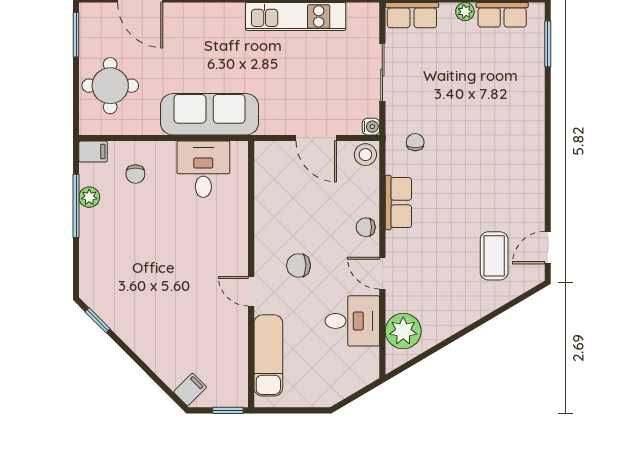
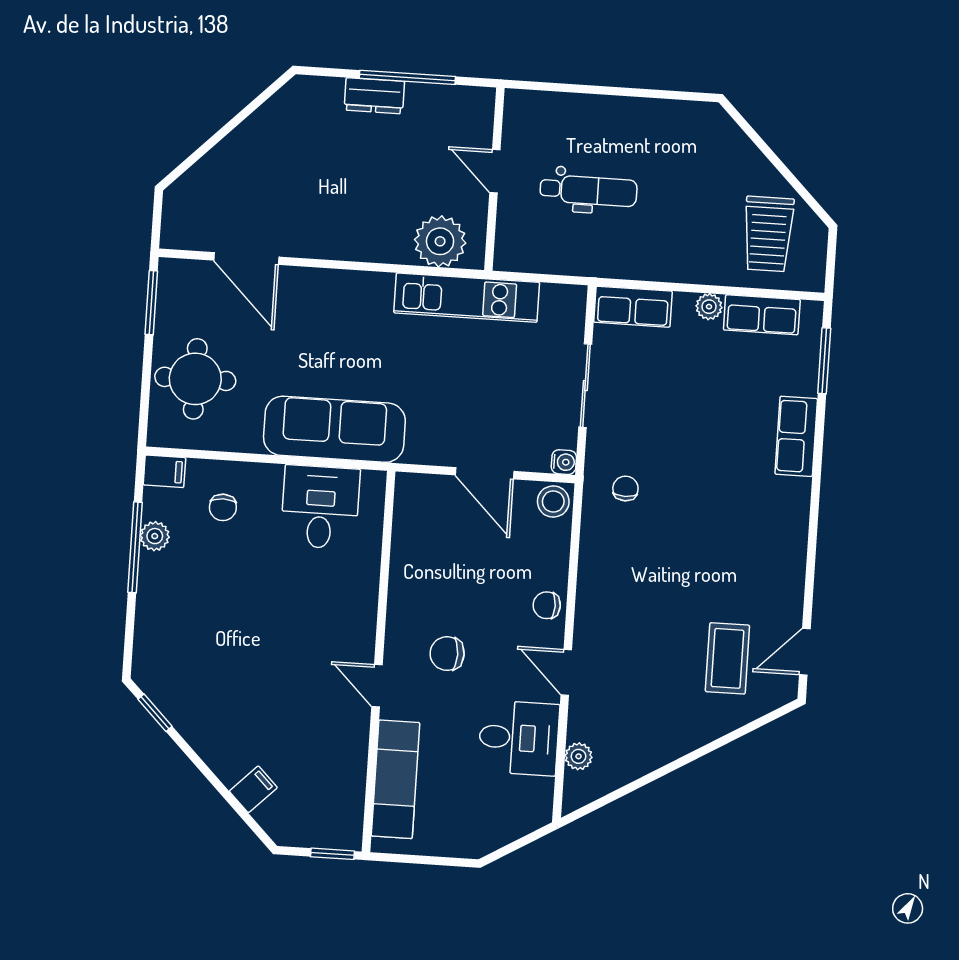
row of seats: (398, 203) -> (796, 436), moved, turned 180
plant: (403, 331) -> (579, 756), width x0.53, depth x0.53
filing cabinet: (190, 389) -> (253, 789), moved

